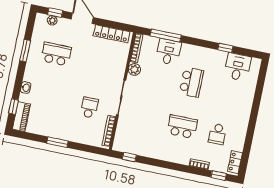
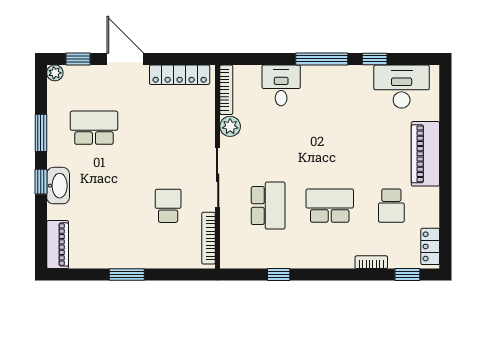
plant: (52, 20) -> (55, 73), moved
window: (166, 36) -> (322, 59), moved
desk: (238, 67) -> (402, 87), width x1.37
school desk: (191, 82) -> (268, 206), moved
washbasin: (26, 88) -> (58, 186), width x1.91, depth x1.45
window: (13, 107) -> (41, 182), moved
piano: (243, 108) -> (425, 154), added
window: (129, 157) -> (279, 275), moved

